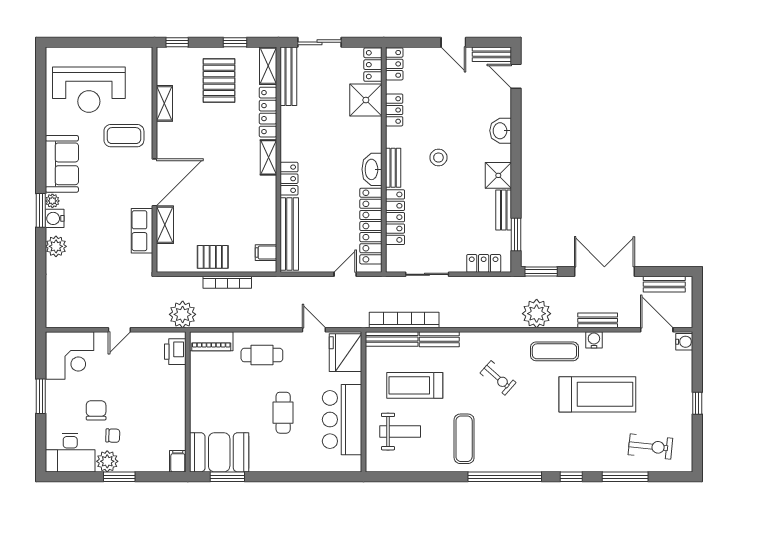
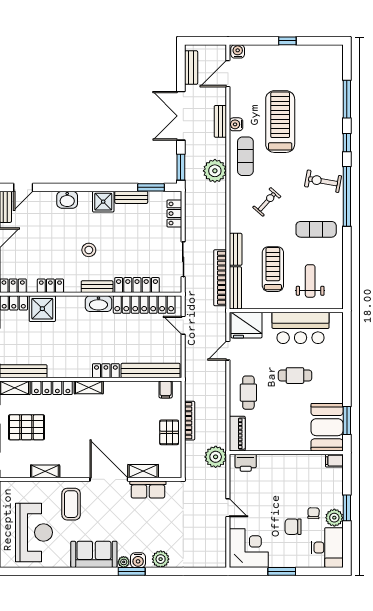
treadmill: (415, 385) -> (273, 269), turned 180
exercise bike: (650, 446) -> (323, 181), moved, turned -86

